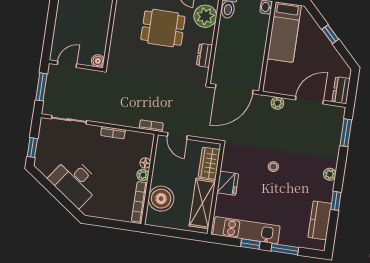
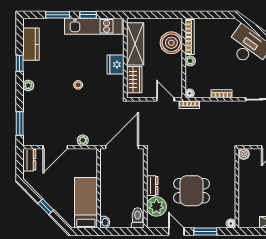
dresser: (204, 55) -> (152, 186), moved
floor lamp: (145, 163) -> (190, 93), moved

